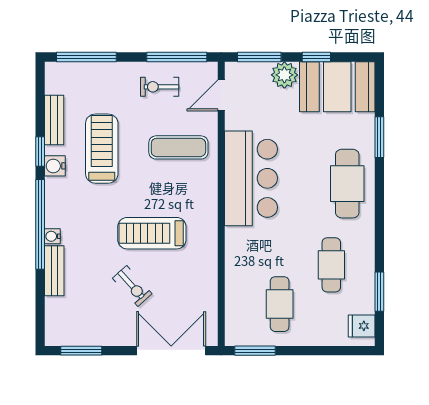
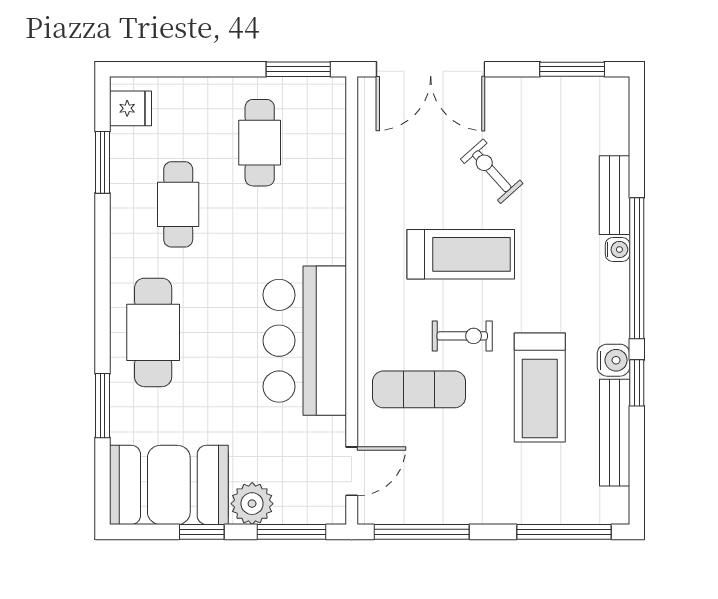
exercise bike: (160, 87) -> (462, 336), moved
bench: (54, 120) -> (615, 433), width x1.36

